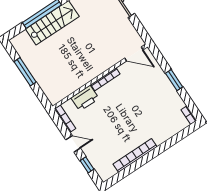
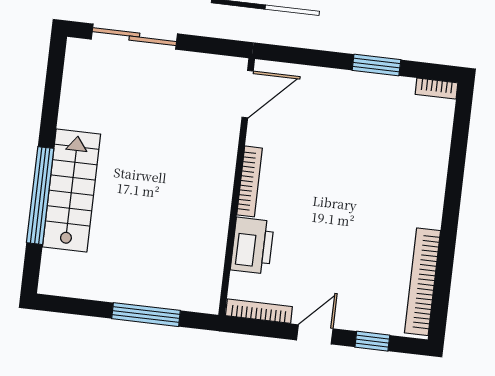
window: (25, 72) -> (146, 315), moved
window: (174, 80) -> (376, 65), moved
bookcase: (135, 155) -> (422, 282), moved

